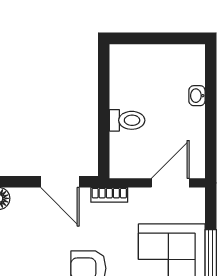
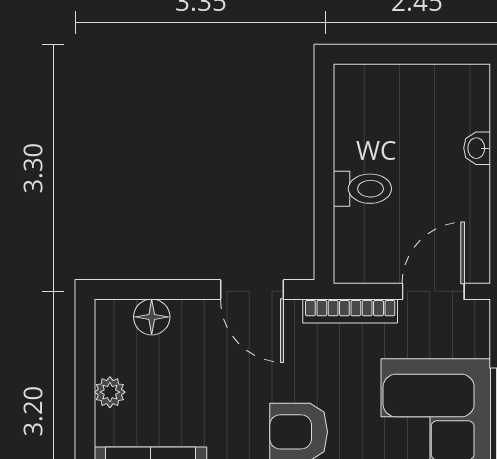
bookcase: (109, 195) -> (350, 311), width x1.56

